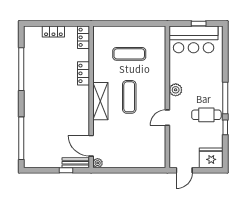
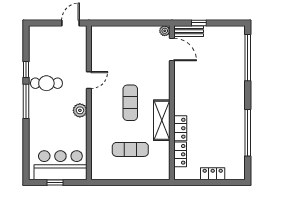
locker: (83, 37) -> (180, 154), moved
shelving: (100, 101) -> (162, 120), moved
fridge: (211, 158) -> (41, 36), removed

